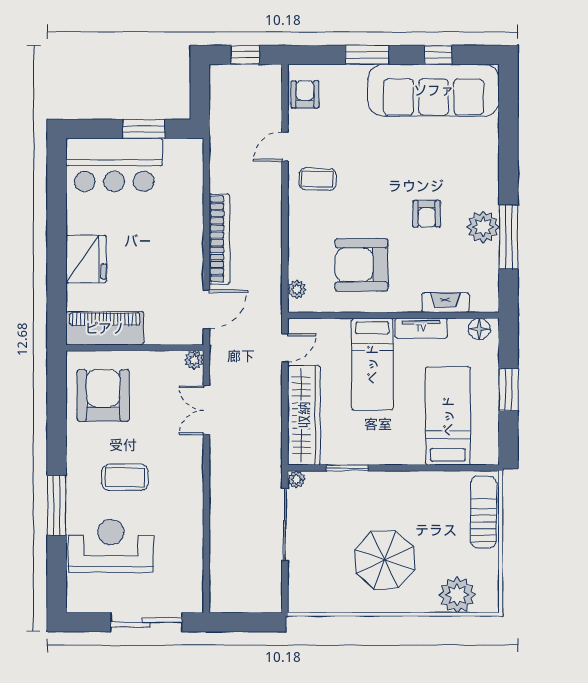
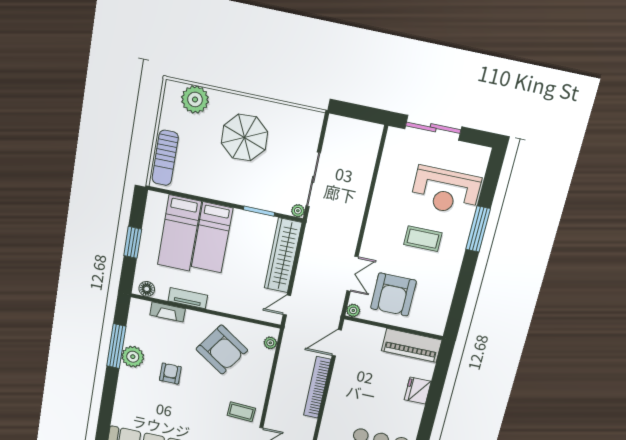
fridge: (86, 259) -> (418, 391), width x0.73, depth x0.75
armchair: (361, 265) -> (222, 350), turned 34
bed: (372, 364) -> (212, 238), moved, turned 180
armchair: (103, 395) -> (393, 294), moved

